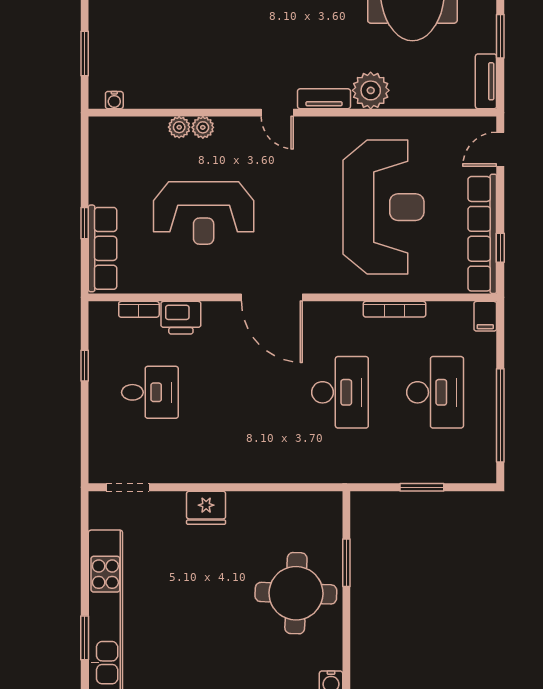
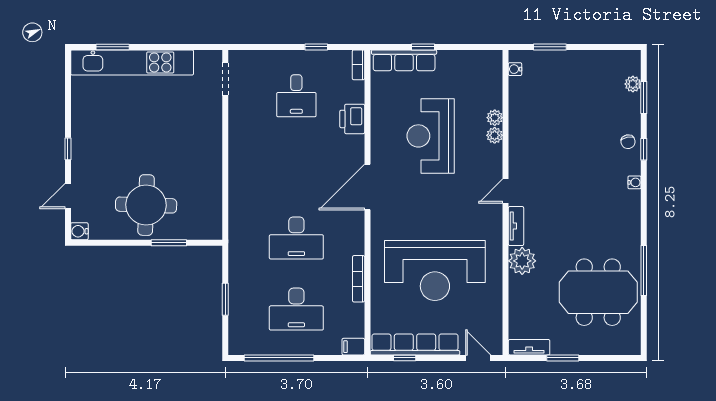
bookcase: (139, 309) -> (358, 65), moved
fridge: (206, 508) -> (210, 138), removed

